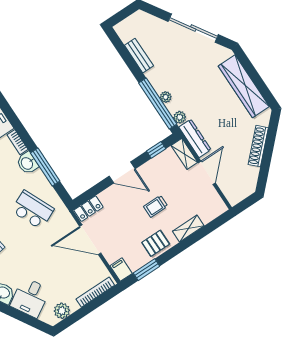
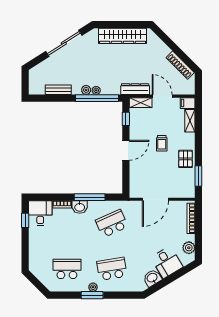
plant: (180, 117) -> (86, 90), moved
shoe rack: (258, 146) -> (180, 65), moved
locker: (88, 209) -> (135, 187), removed
shelving: (188, 228) -> (190, 121), moved
filing cabinet: (121, 270) -> (188, 103), moved

